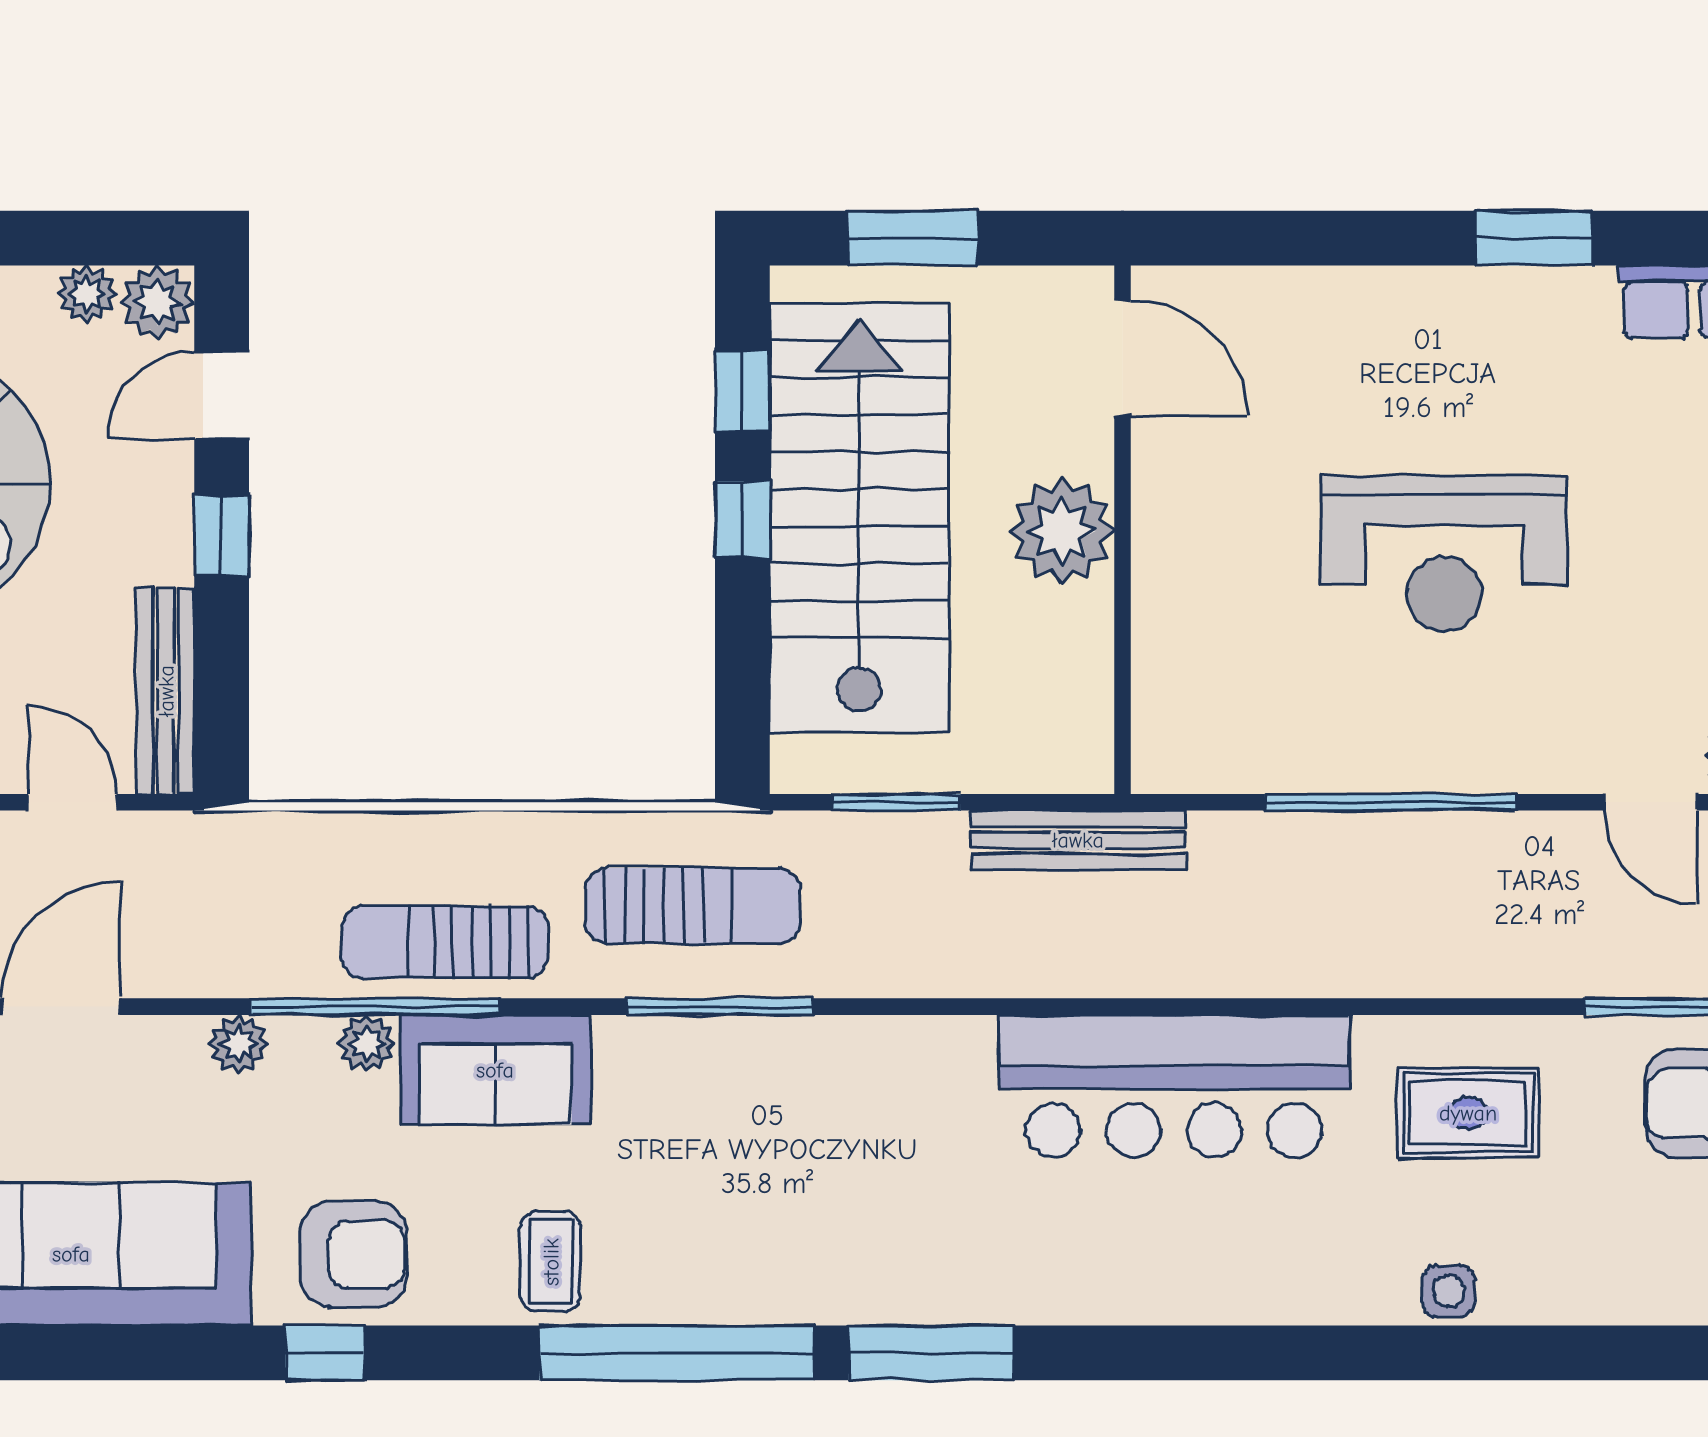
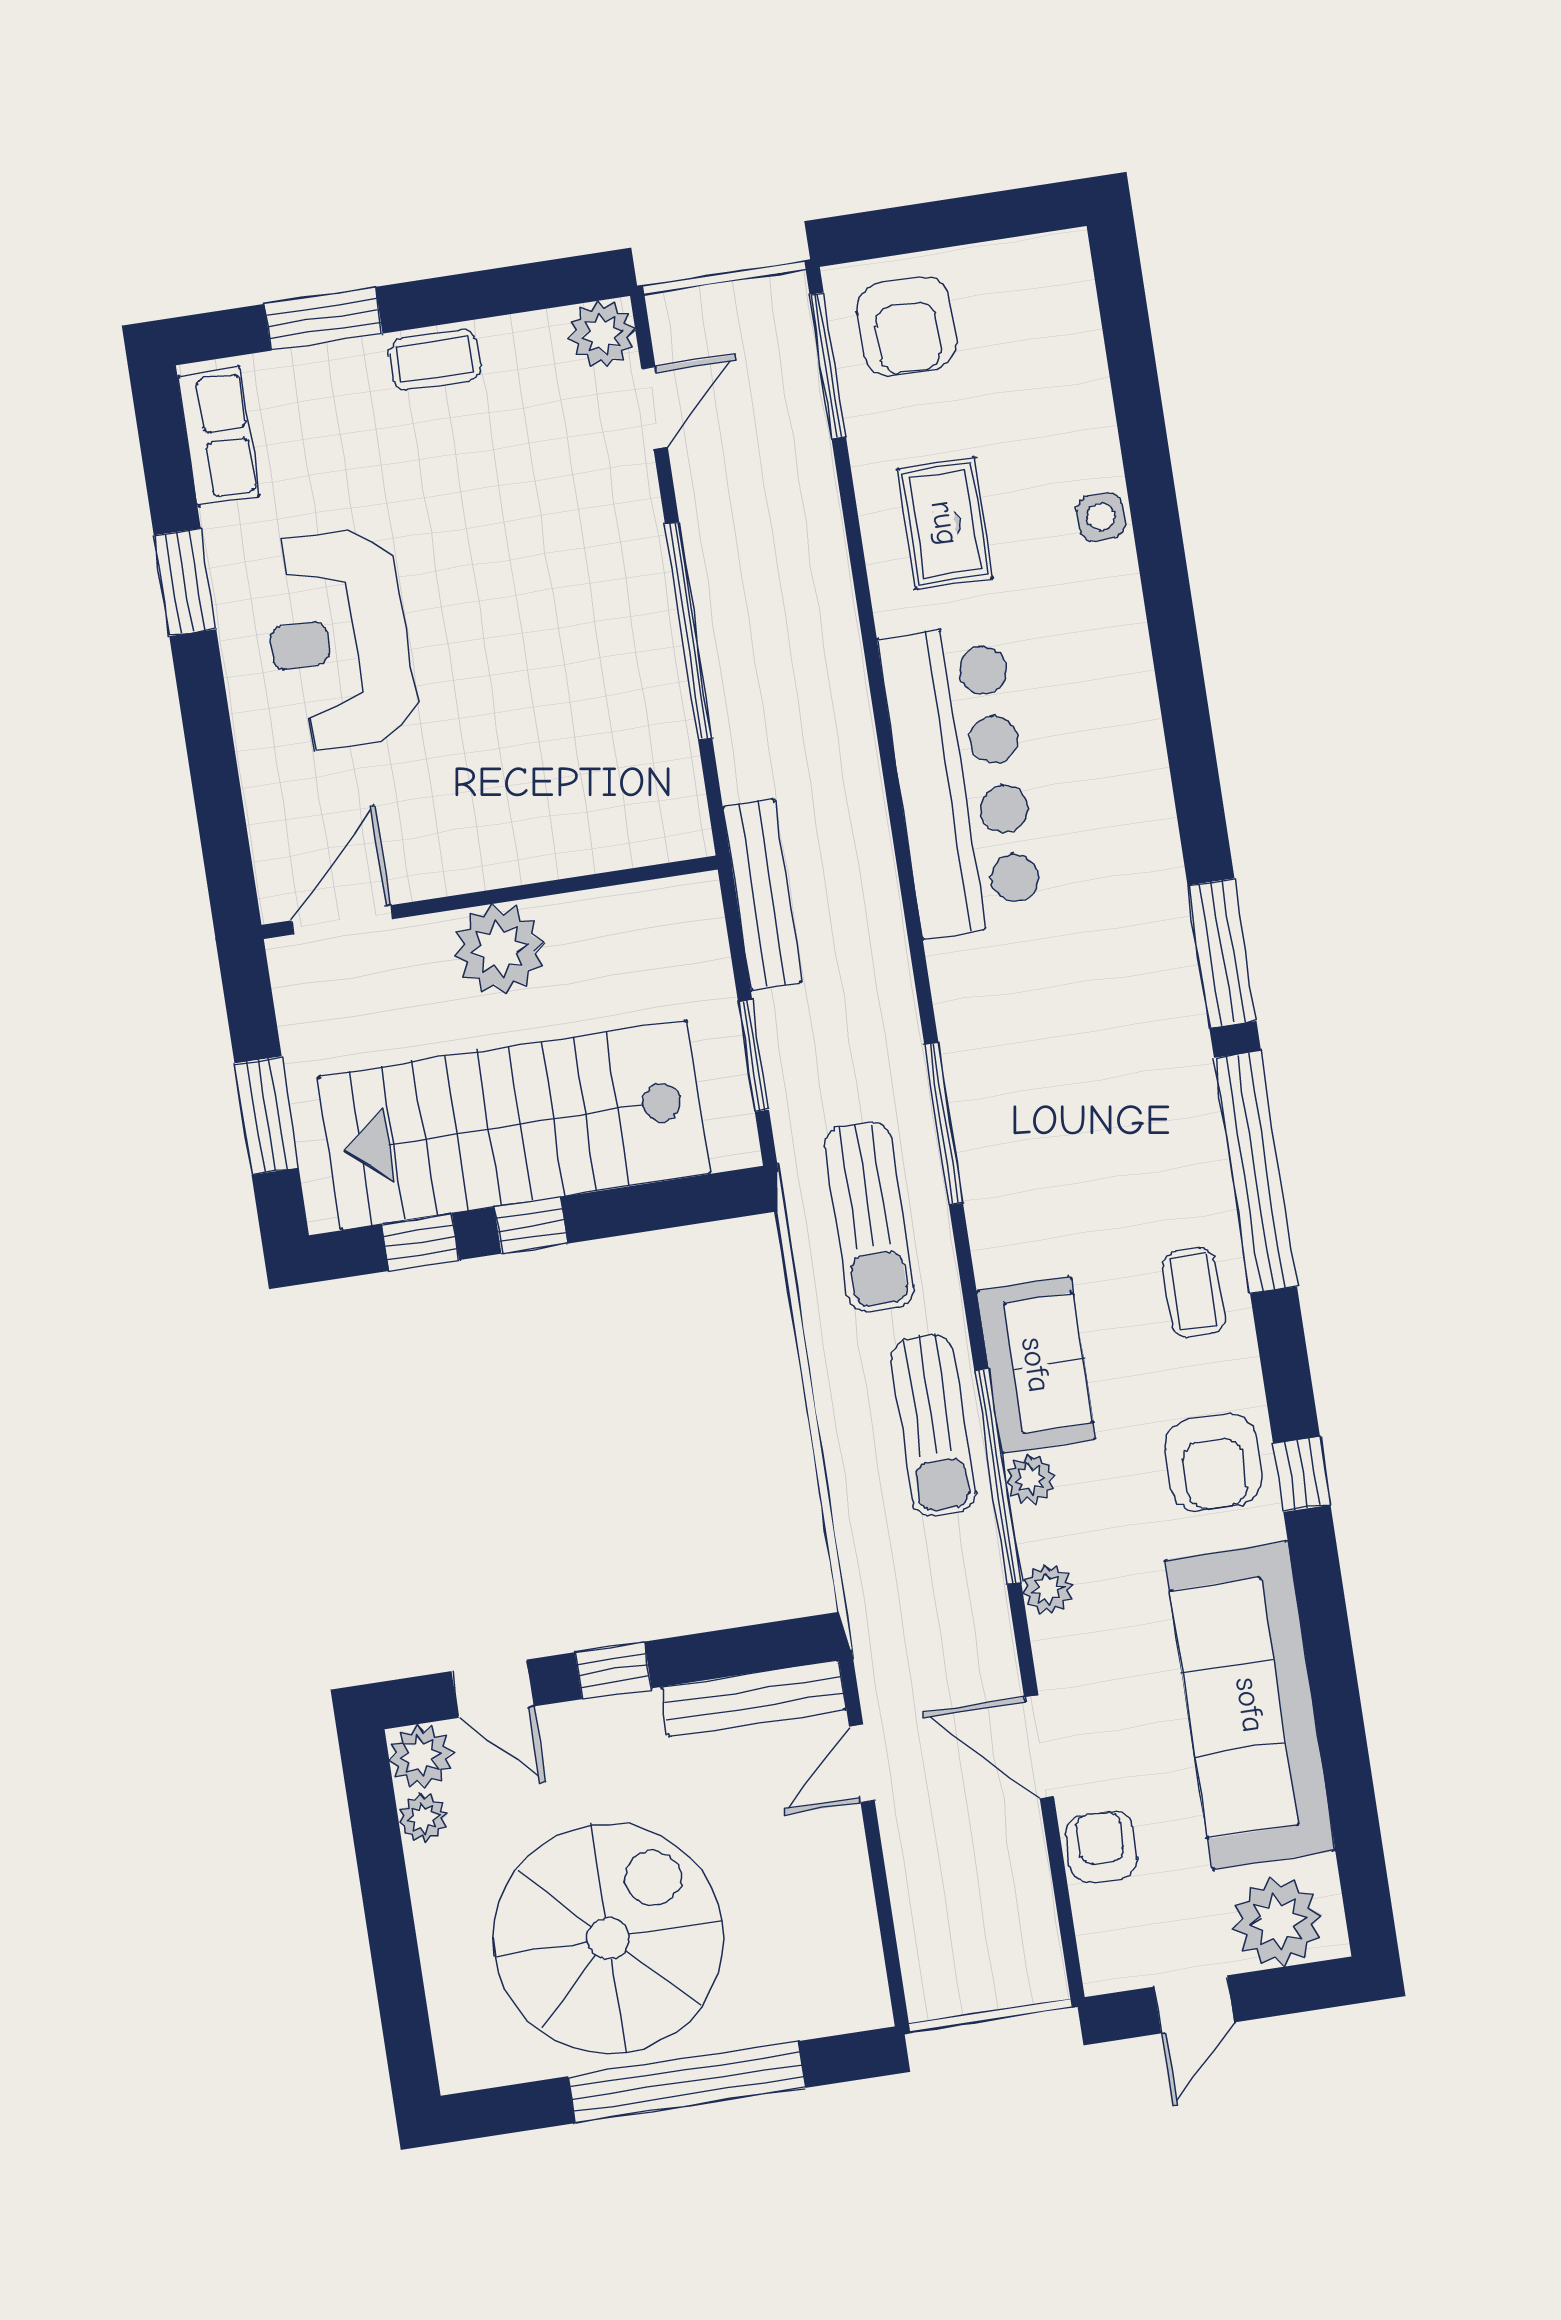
reception desk: (1444, 553) -> (339, 640), moved, turned 180
sun lounger: (693, 906) -> (869, 1217), turned 180
window: (720, 1007) -> (944, 1124), moved
armchair: (354, 1254) -> (1213, 1463), turned 180
coffee table: (551, 1262) -> (1194, 1292), turned 90

